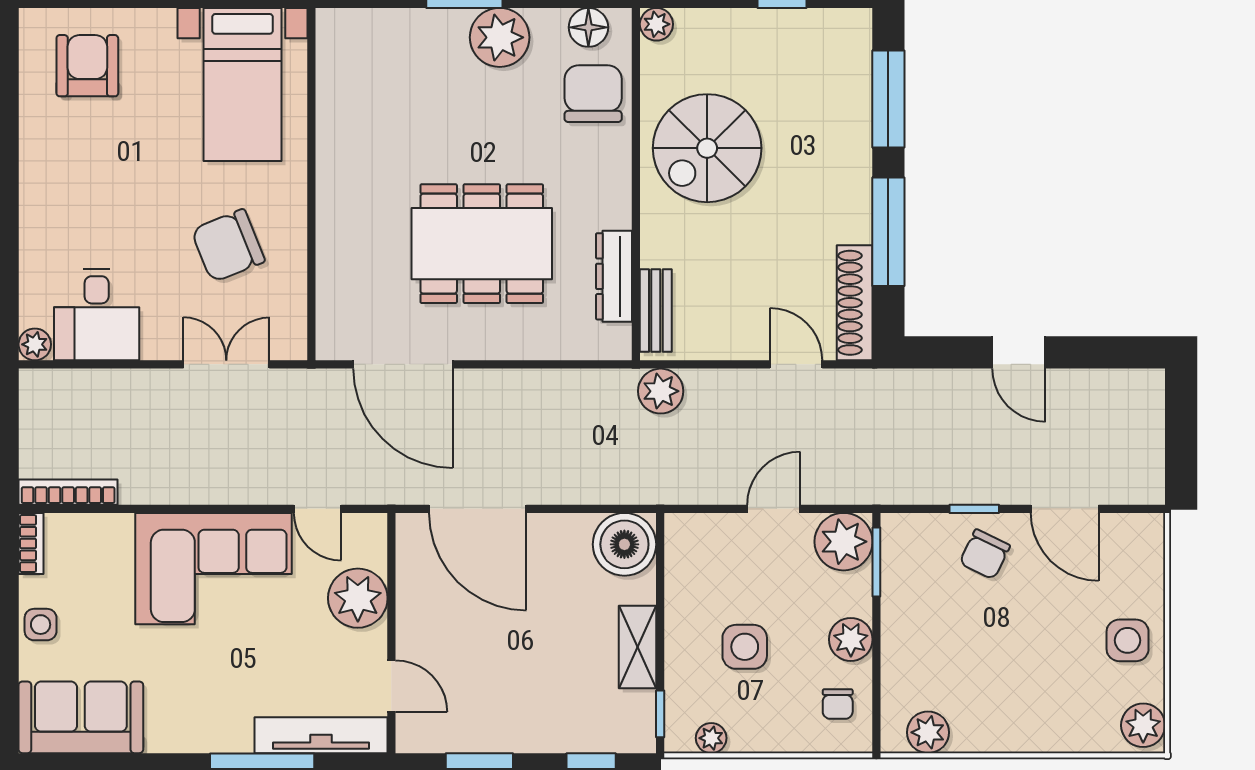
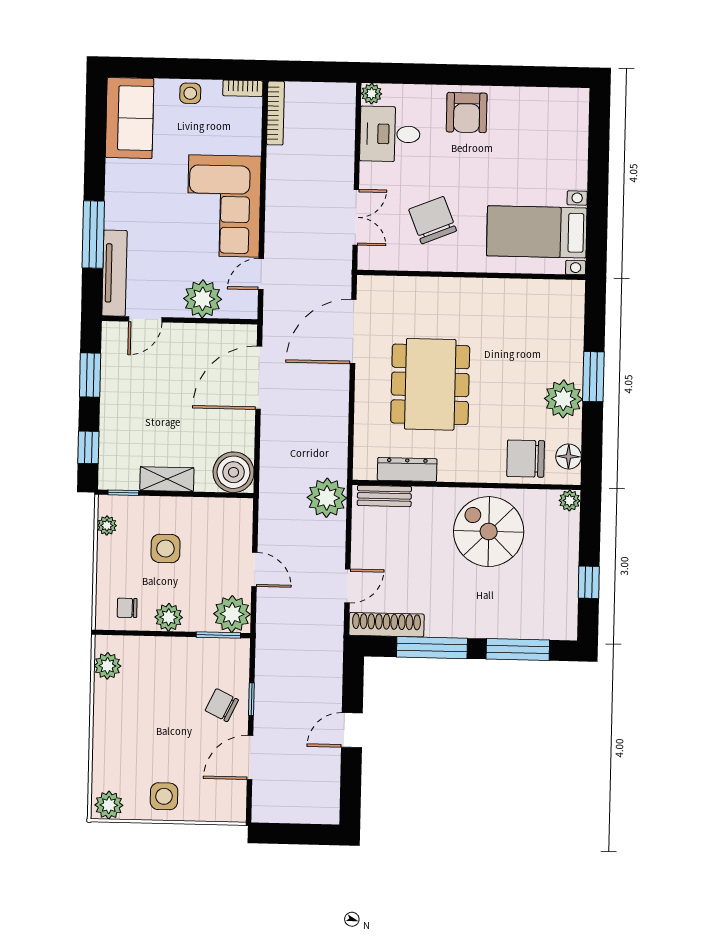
armchair: (87, 66) -> (467, 113), moved, turned 90
chair: (593, 94) -> (526, 459), turned 180
plant: (661, 391) -> (327, 498), width x1.36, depth x1.36

